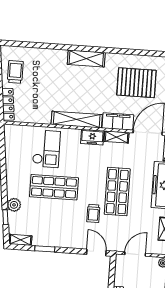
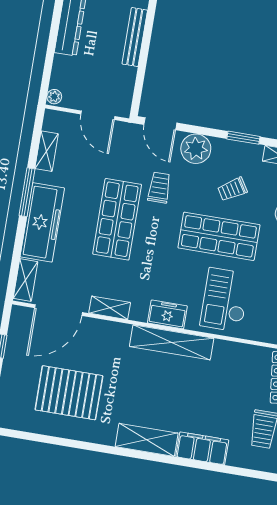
filing cabinet: (118, 121) -> (202, 448), moved, turned 180
freezer: (92, 137) -> (167, 314), moved
trolley: (48, 217) -> (232, 189), added
plant: (73, 239) -> (196, 149), added
door: (135, 254) -> (98, 115), hinge flipped

